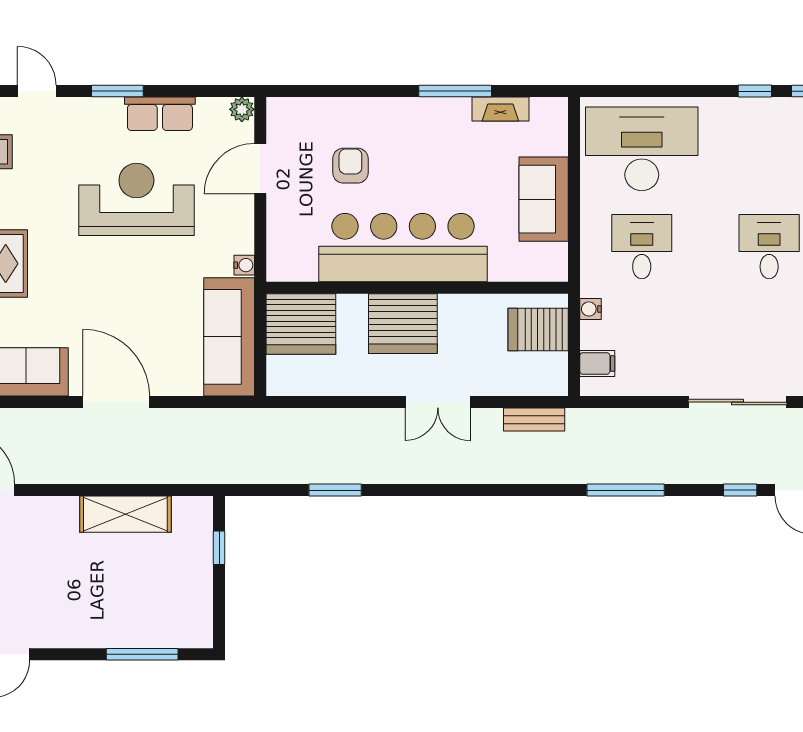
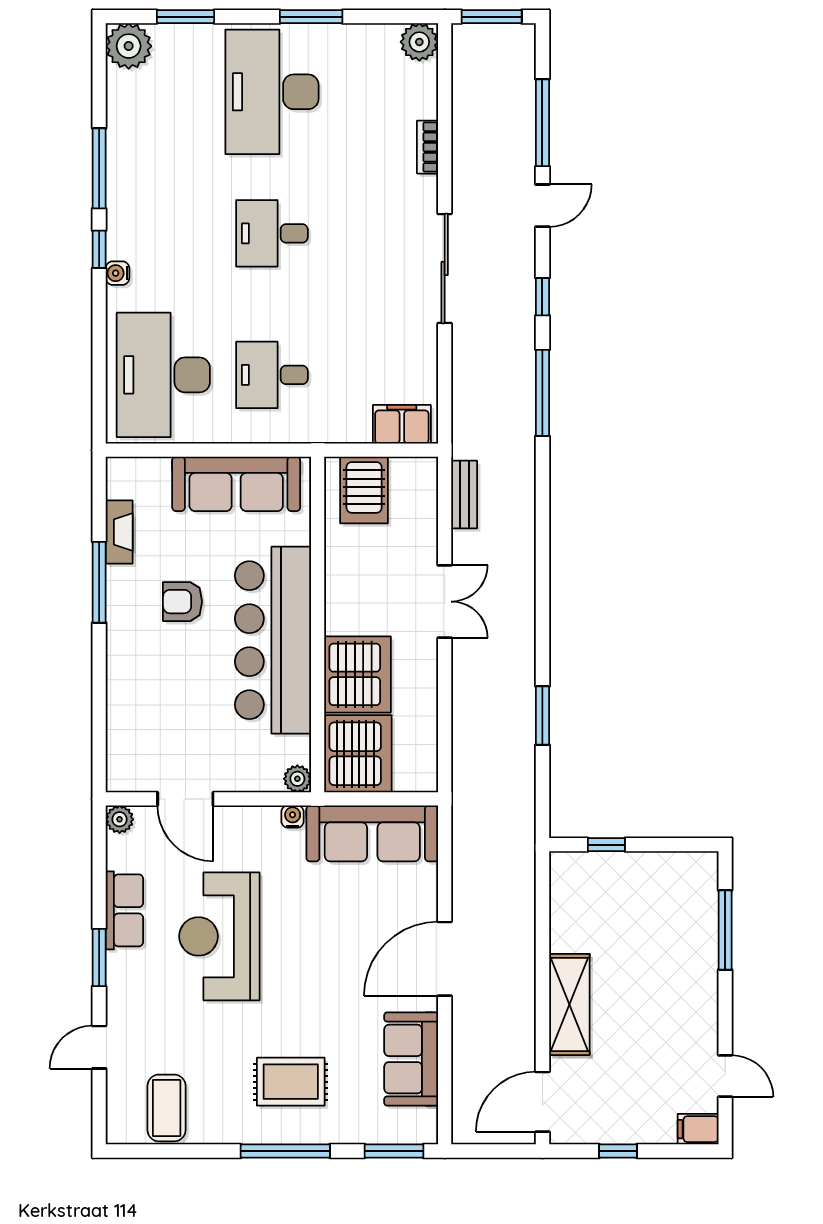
armchair: (350, 166) -> (183, 602), moved
sofa: (544, 199) -> (236, 484), width x1.36
plant: (278, 270) -> (297, 779), added
water cooler: (591, 309) -> (117, 273), moved, turned 90
server rack: (403, 324) -> (357, 674), moved
filing cabinet: (597, 363) -> (402, 424), width x2.00
window: (740, 490) -> (542, 297), moved
shelving: (125, 514) -> (569, 1004), moved

